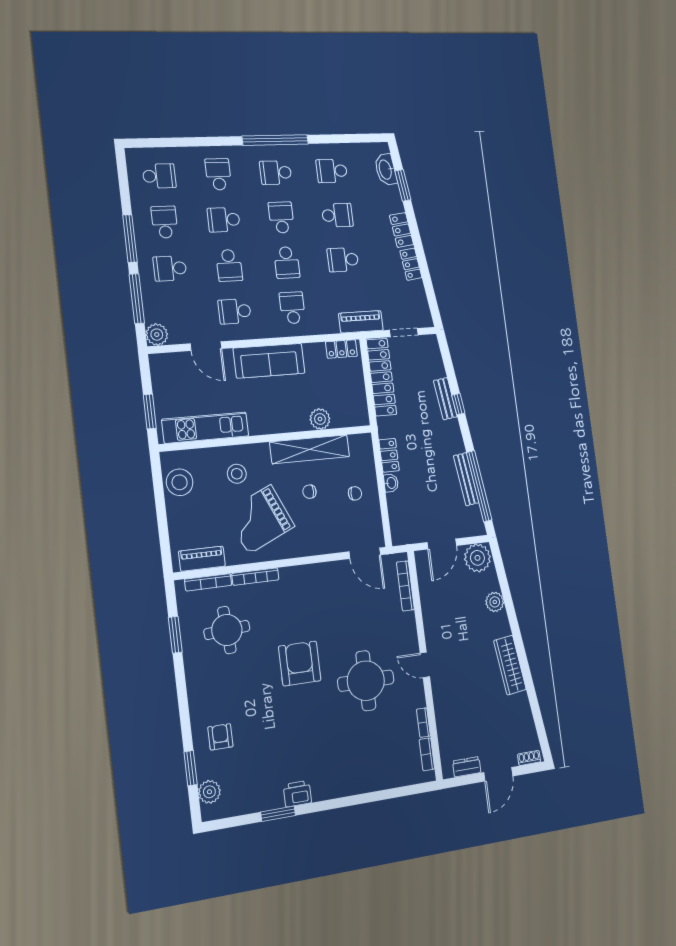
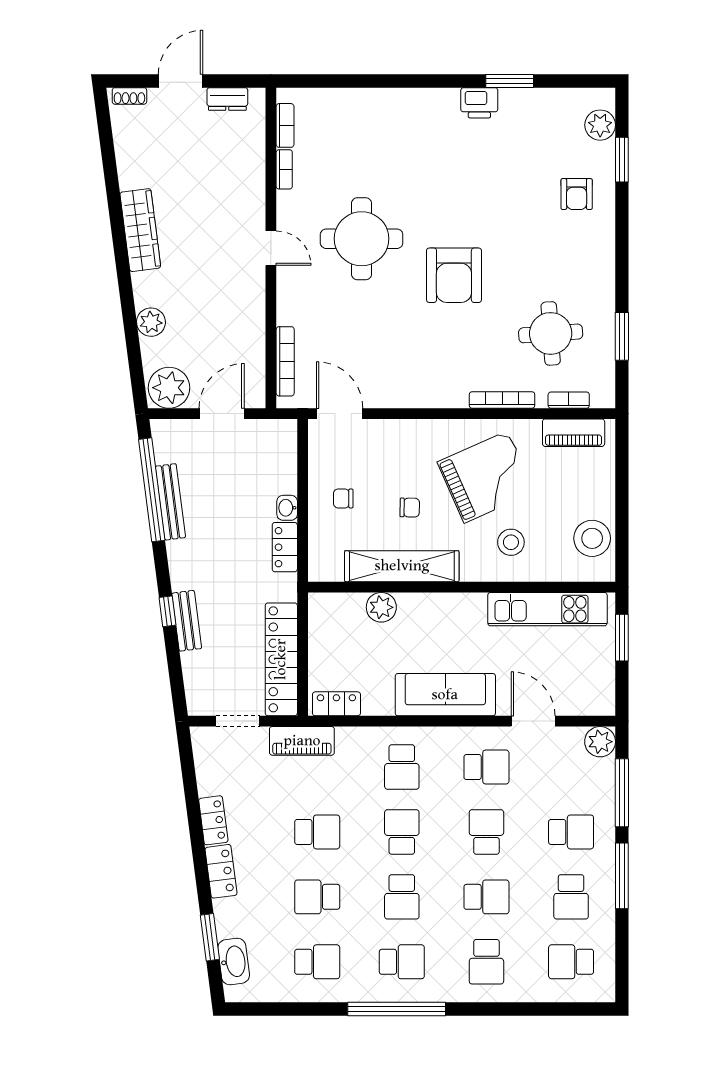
bookcase: (208, 582) -> (569, 400), width x0.64

